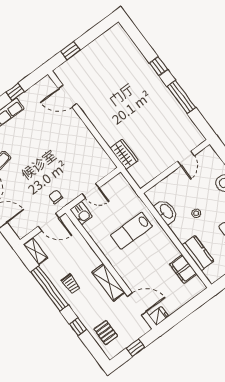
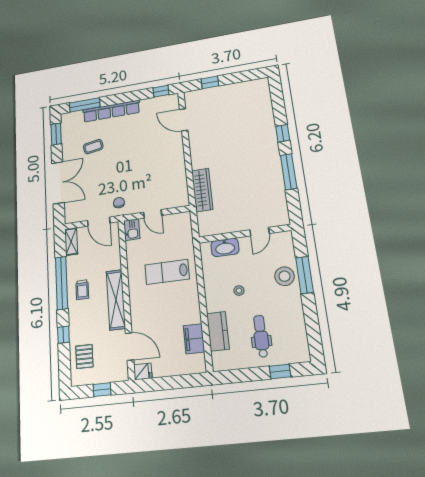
window: (15, 92) -> (161, 91), moved
wardrobe: (124, 154) -> (202, 190), width x1.50
washbasin: (166, 211) -> (225, 247), moved, turned 90
shelving: (109, 282) -> (116, 300), width x1.47

